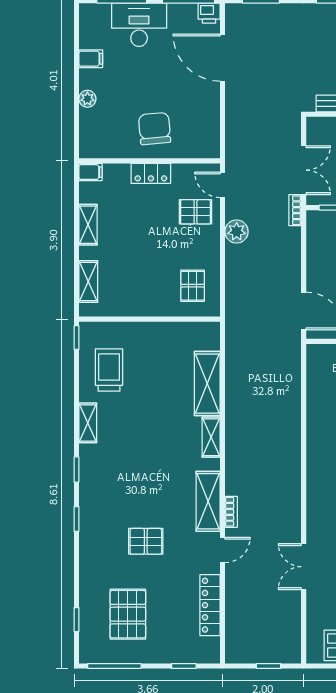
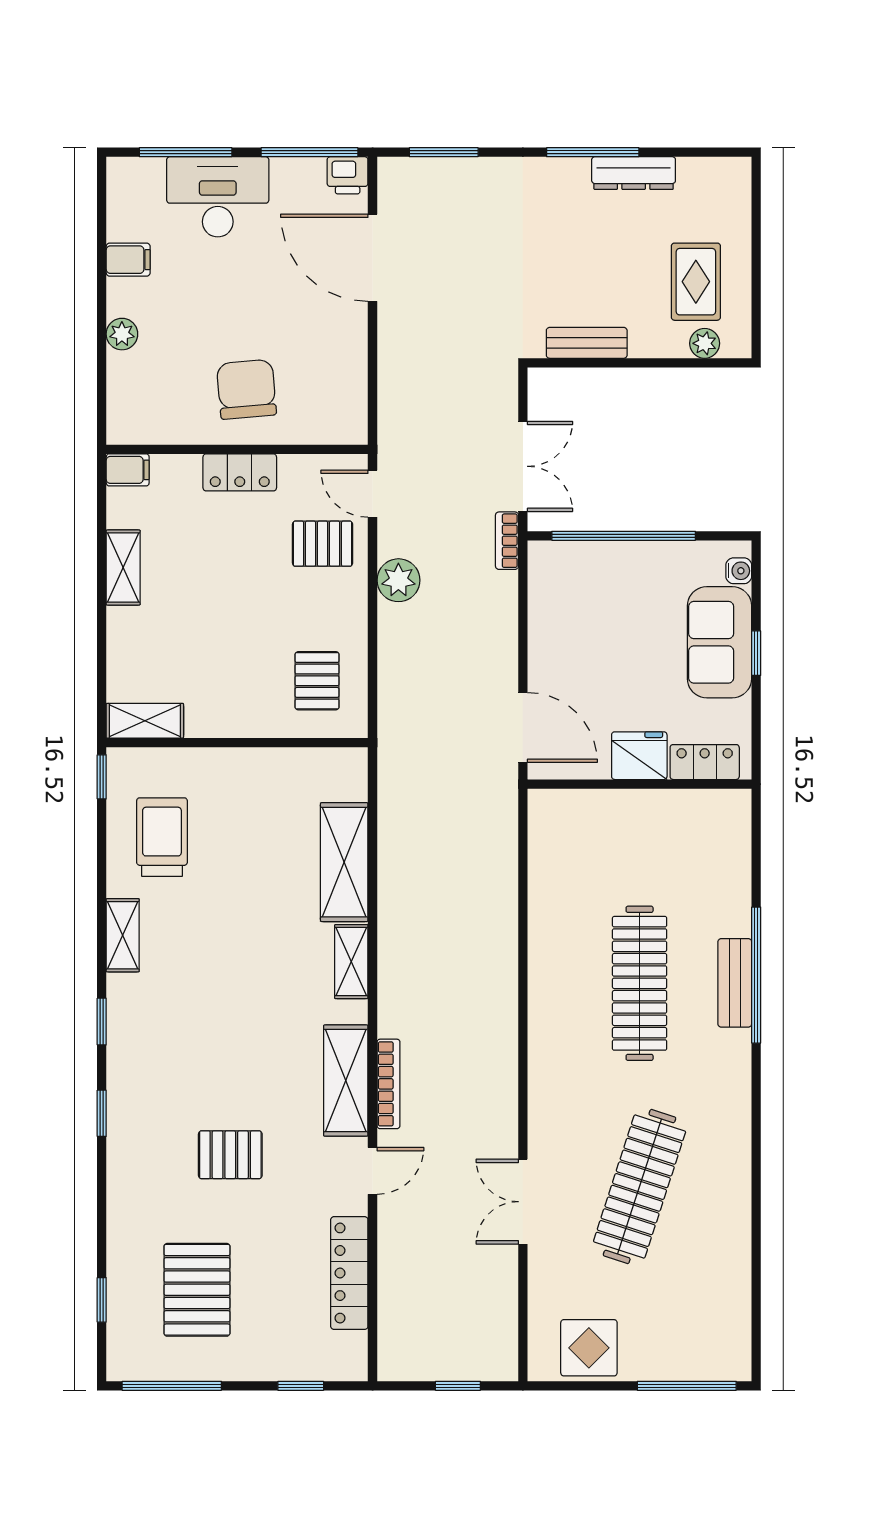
shelving: (88, 282) -> (145, 721), moved, turned 90
bookcase: (231, 512) -> (388, 1084), width x1.56

